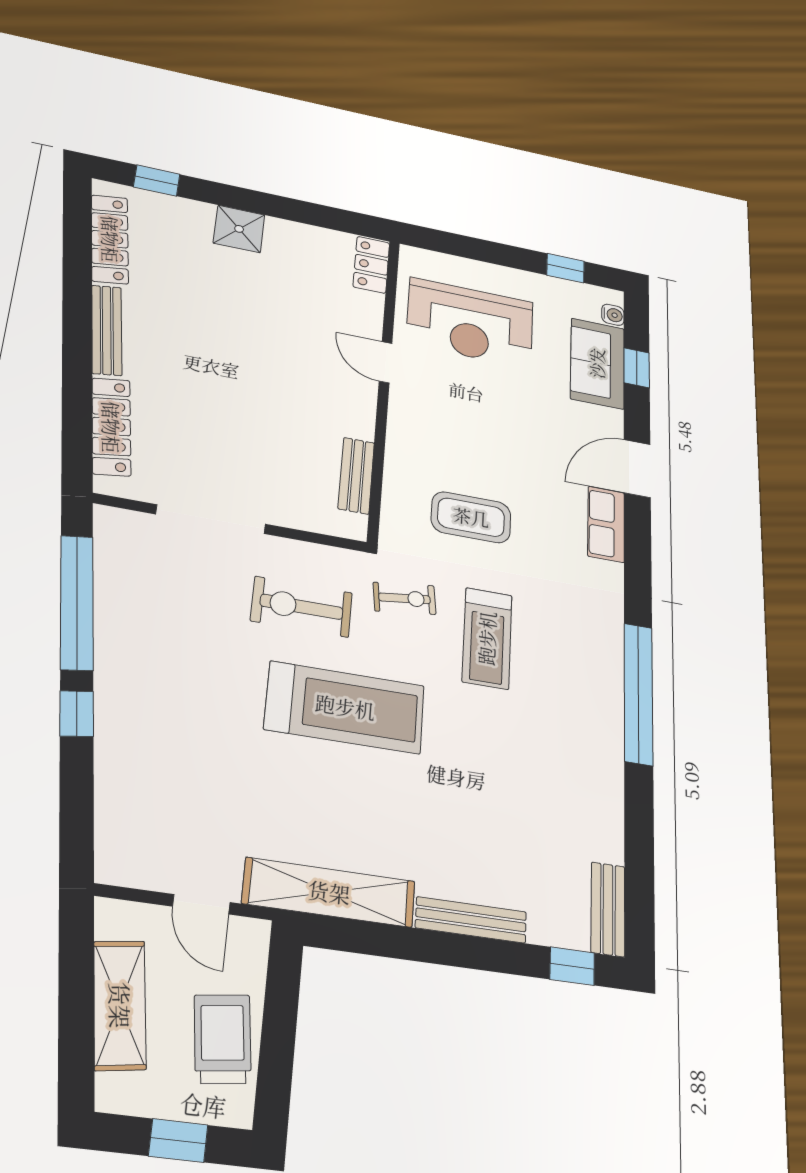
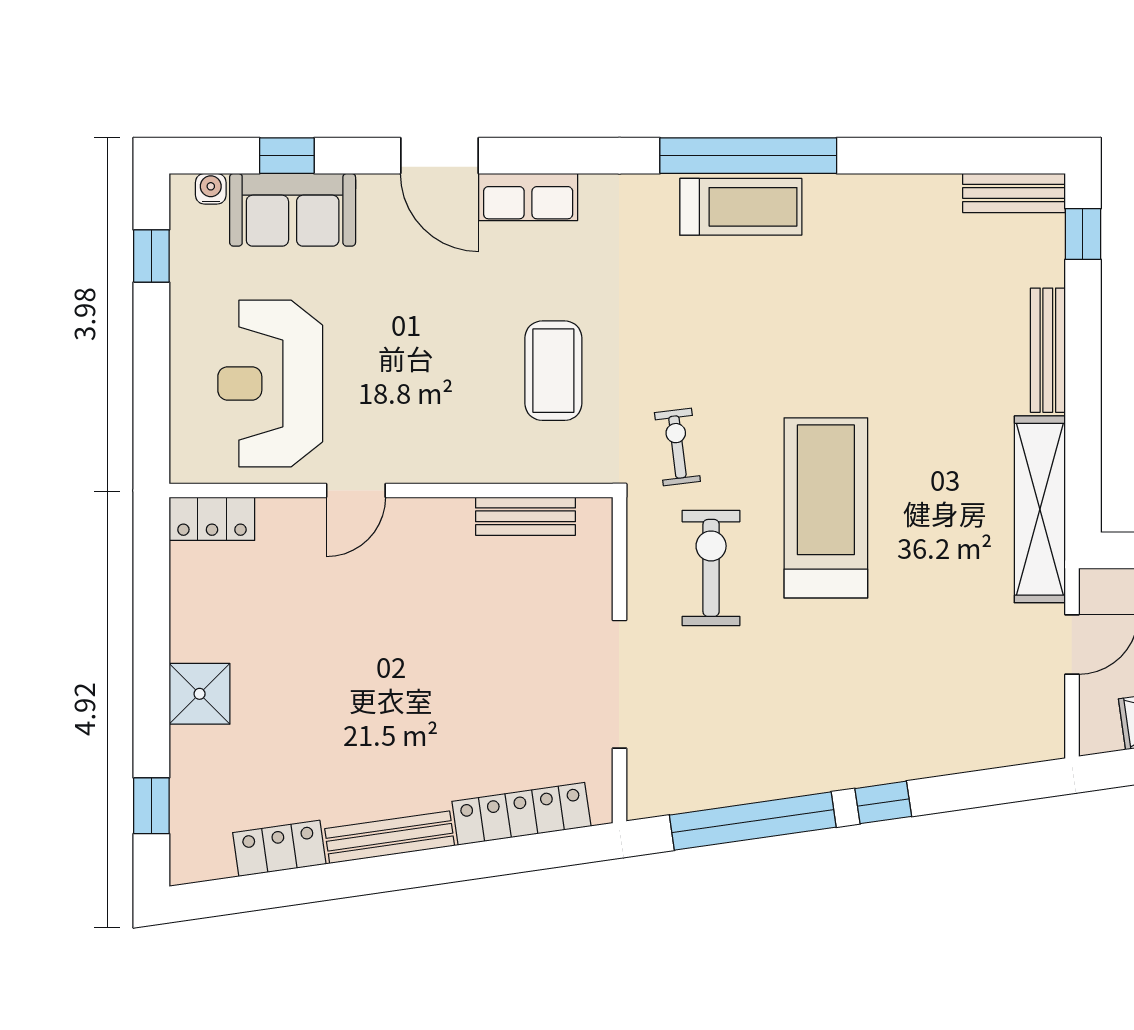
locker: (110, 239) -> (279, 848), width x0.66
reception desk: (470, 323) -> (270, 383), turned 180
exercise bike: (302, 607) -> (711, 568), turned 180
treadmill: (487, 638) -> (741, 207), moved

